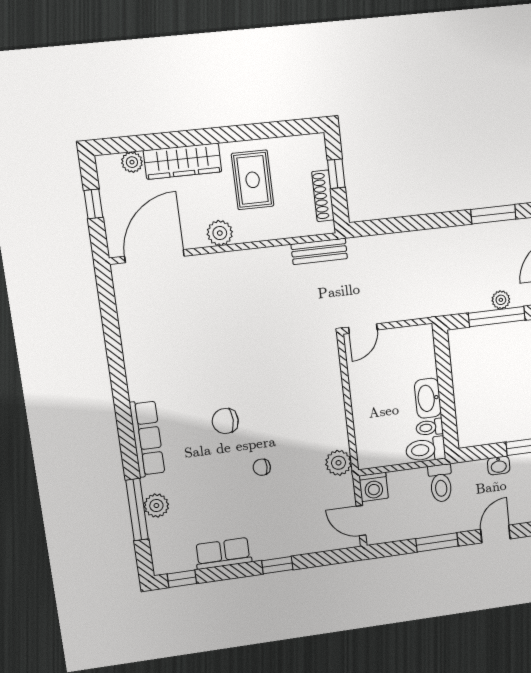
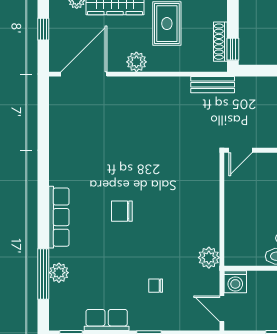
window: (336, 174) -> (233, 49), moved
chair: (262, 467) -> (156, 286), moved

